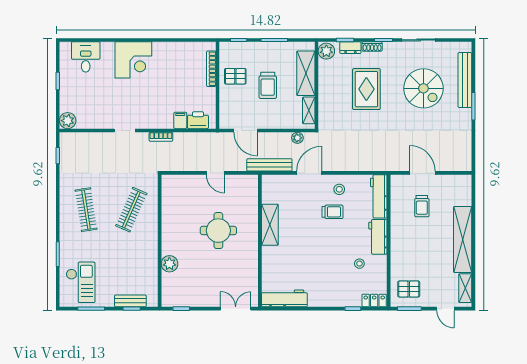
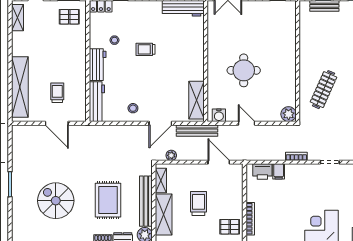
pallet: (235, 76) -> (230, 227), moved
bench: (465, 80) -> (146, 201), moved
water cooler: (245, 182) -> (219, 115), added
trolley: (333, 212) -> (146, 49), moved
shelving: (270, 225) -> (196, 100), moved
shelving: (463, 239) -> (20, 87), moved
plant: (169, 264) -> (289, 114), moved

